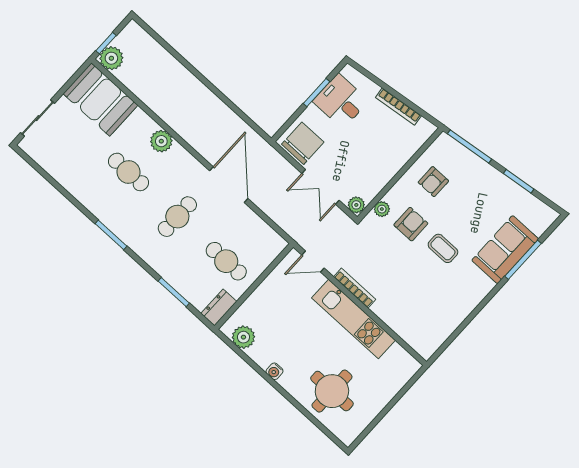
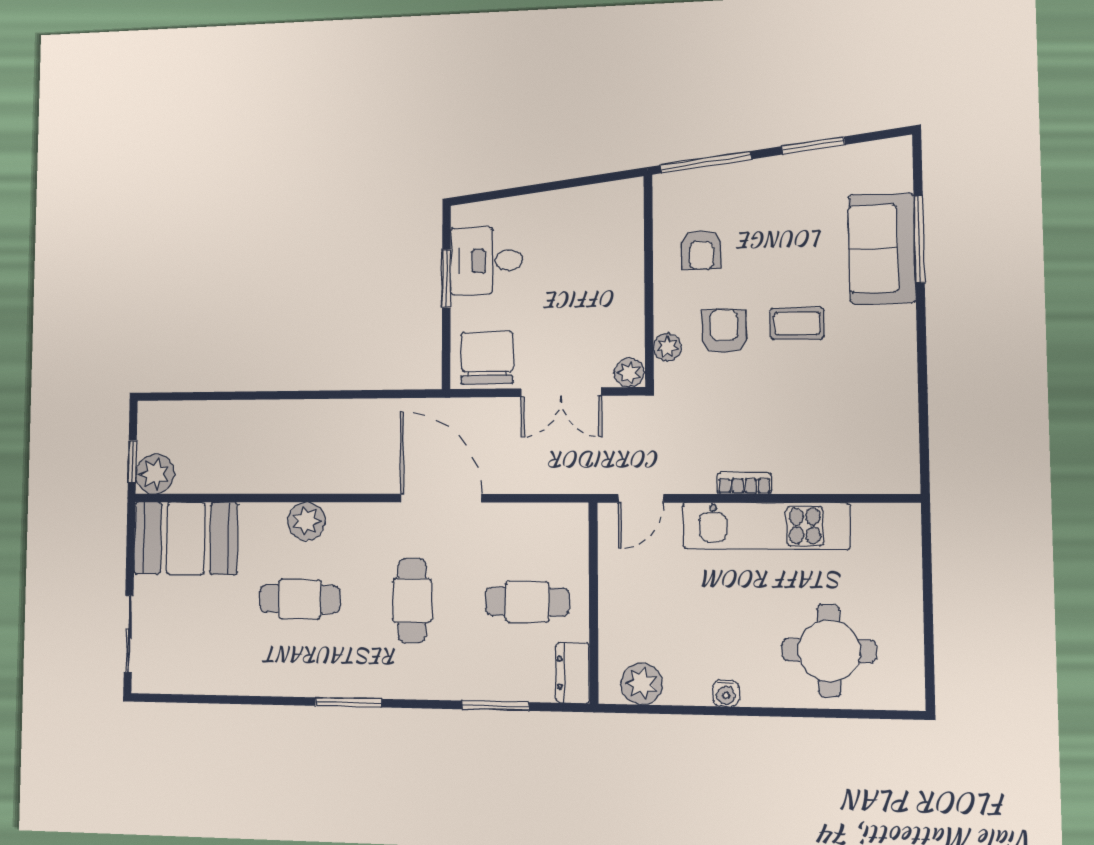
bookcase: (398, 107) -> (566, 199), removed
bookcase: (355, 288) -> (744, 483), width x0.64

